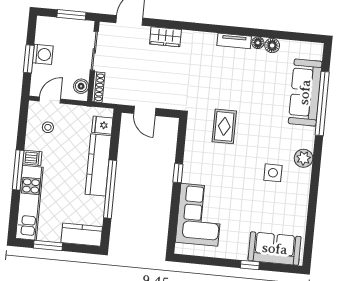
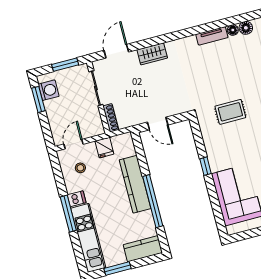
washing machine: (43, 54) -> (49, 90), moved
window: (29, 59) -> (38, 99), moved
boiler: (81, 86) -> (96, 122), removed
fridge: (102, 125) -> (104, 147), moved, turned -90
rug: (224, 126) -> (230, 112), turned 90

